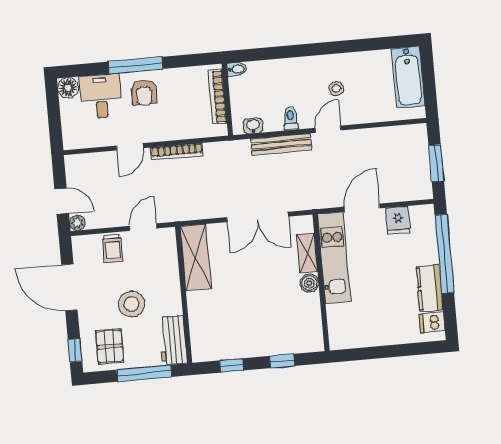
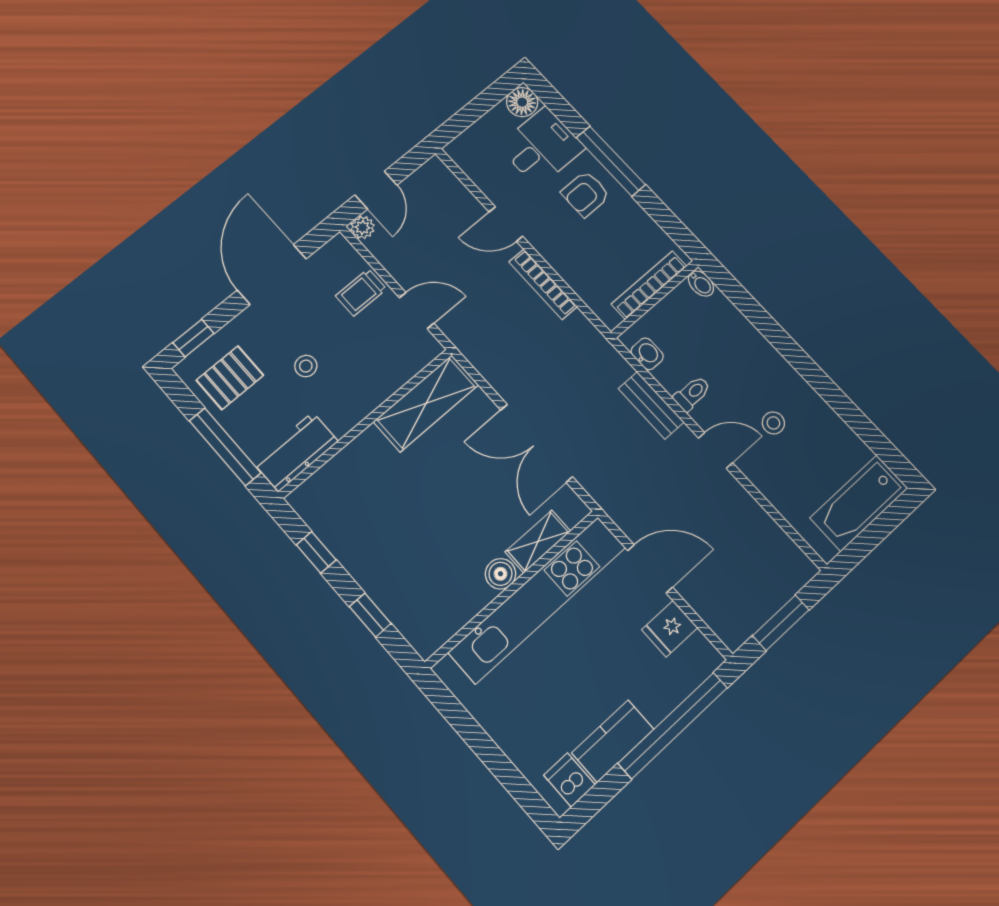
bench: (281, 144) -> (651, 405), width x0.73
kitchen unit: (334, 258) -> (538, 600), width x1.36
stool: (132, 304) -> (306, 366), width x0.53, depth x0.53

